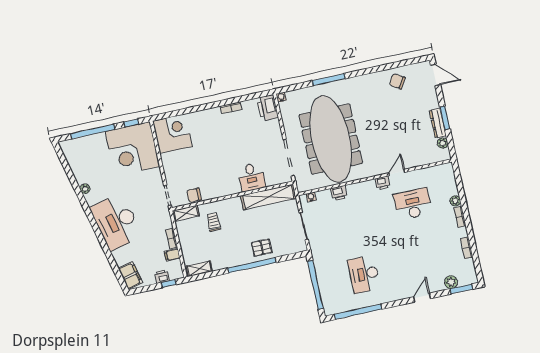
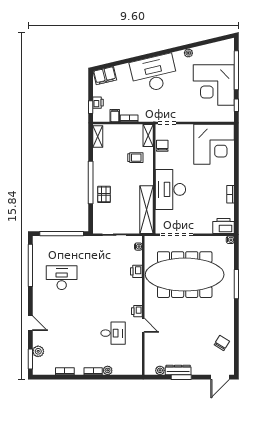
corner desk: (172, 134) -> (214, 144), width x1.36, depth x1.36
corner desk: (132, 149) -> (214, 85), moved, turned -90
desk: (251, 177) -> (170, 189), width x1.87, depth x1.30
desk: (413, 204) -> (113, 333), width x0.73

